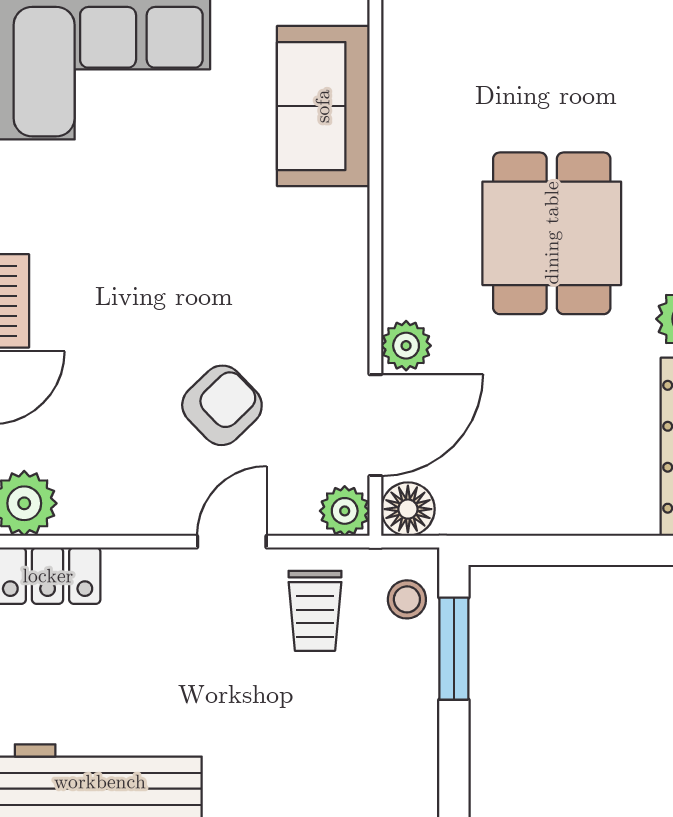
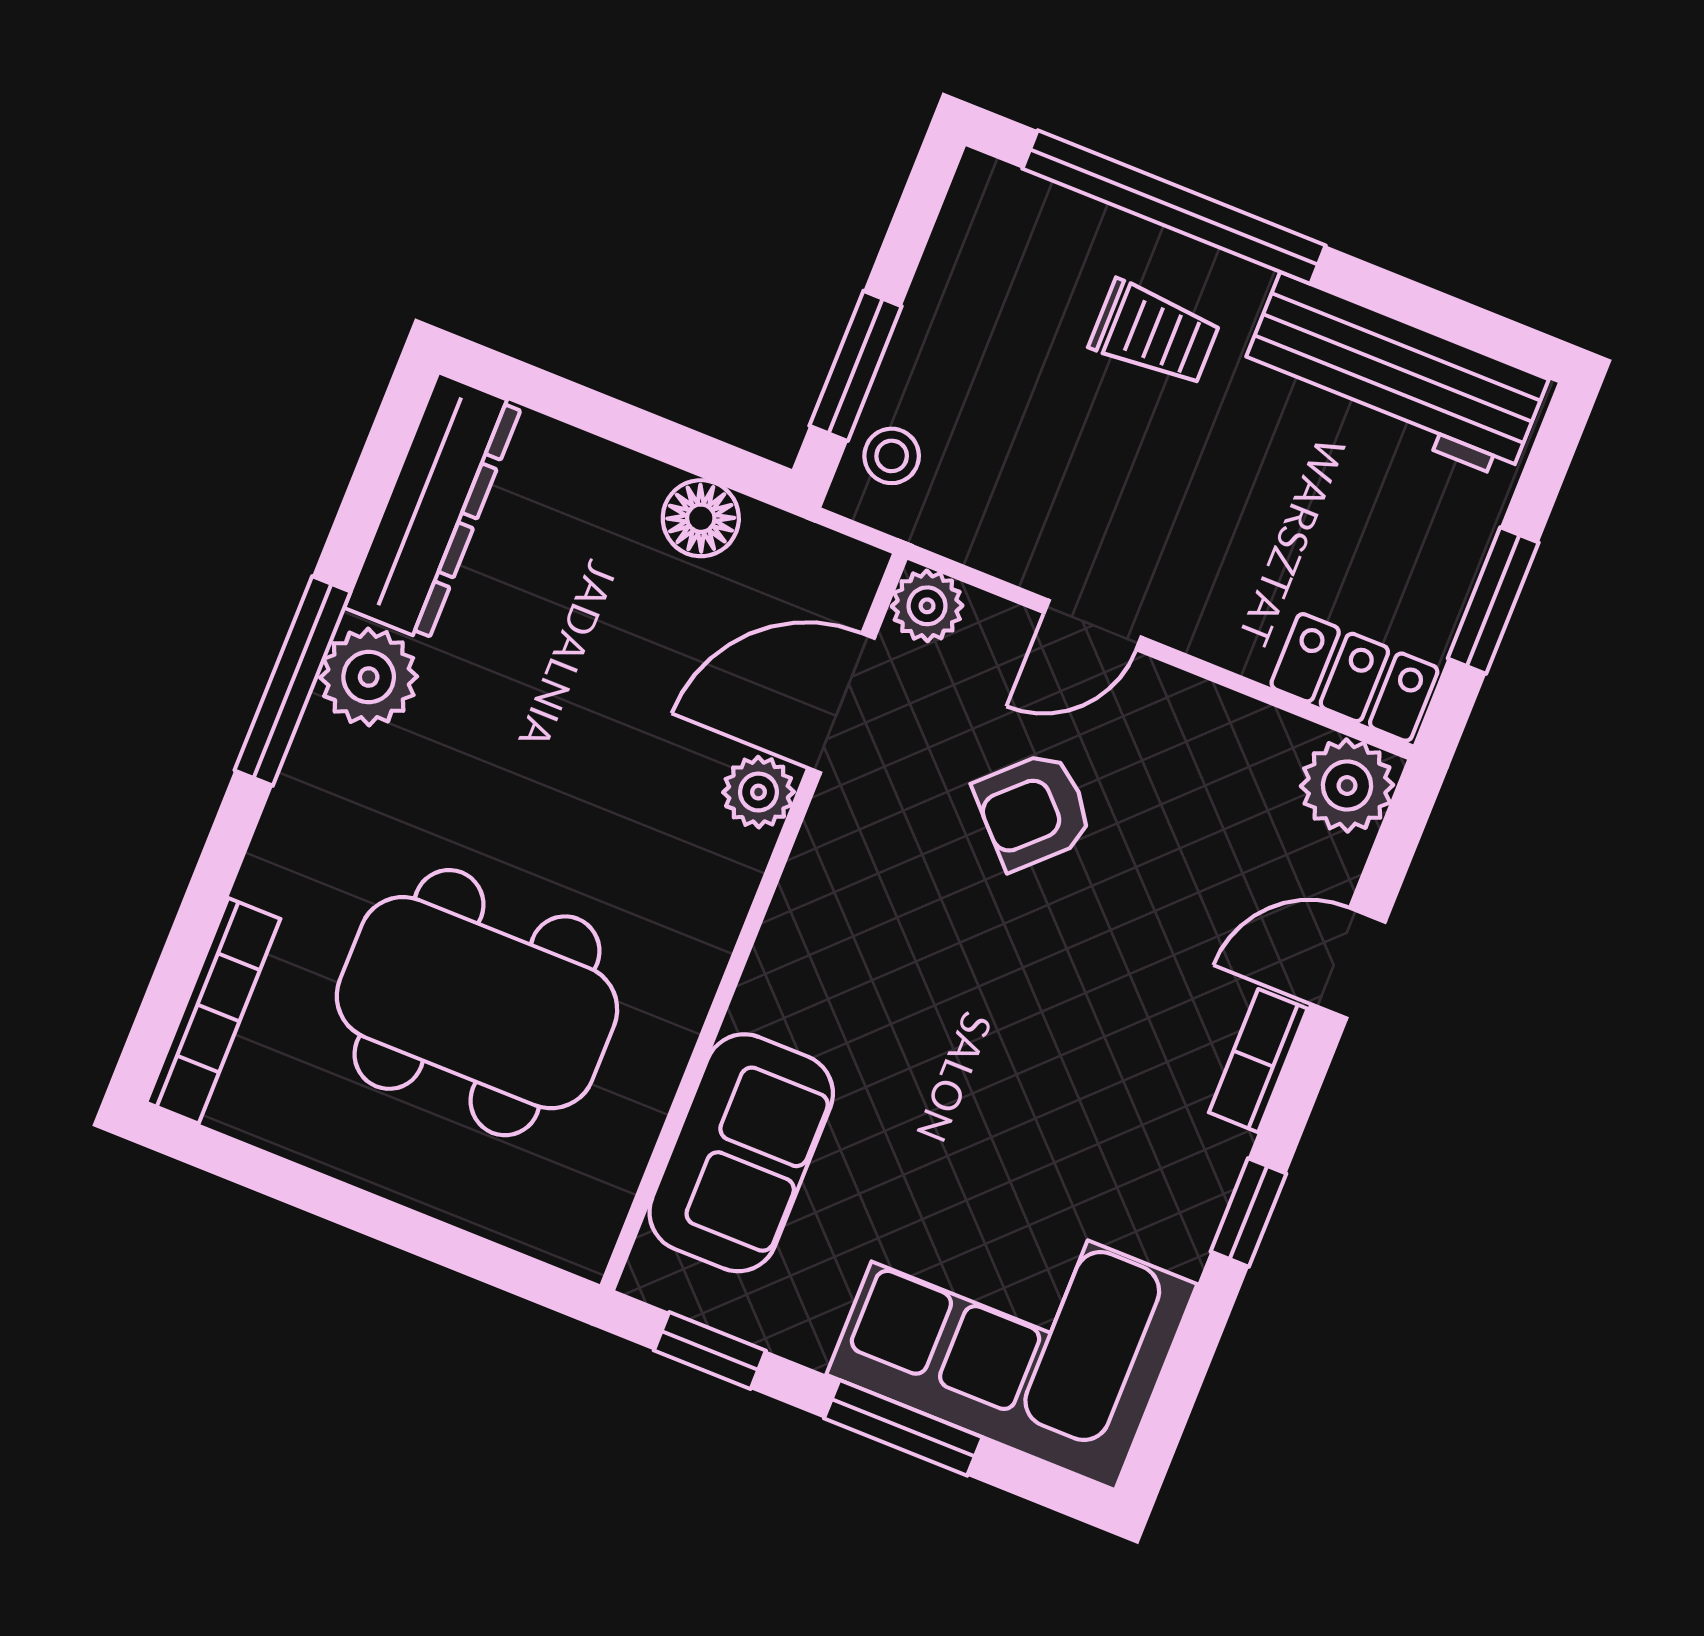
dining table: (552, 233) -> (477, 1003), moved, width x1.38
floor lamp: (408, 509) -> (701, 518), moved
trolley: (315, 611) -> (1155, 333), moved, turned 90

